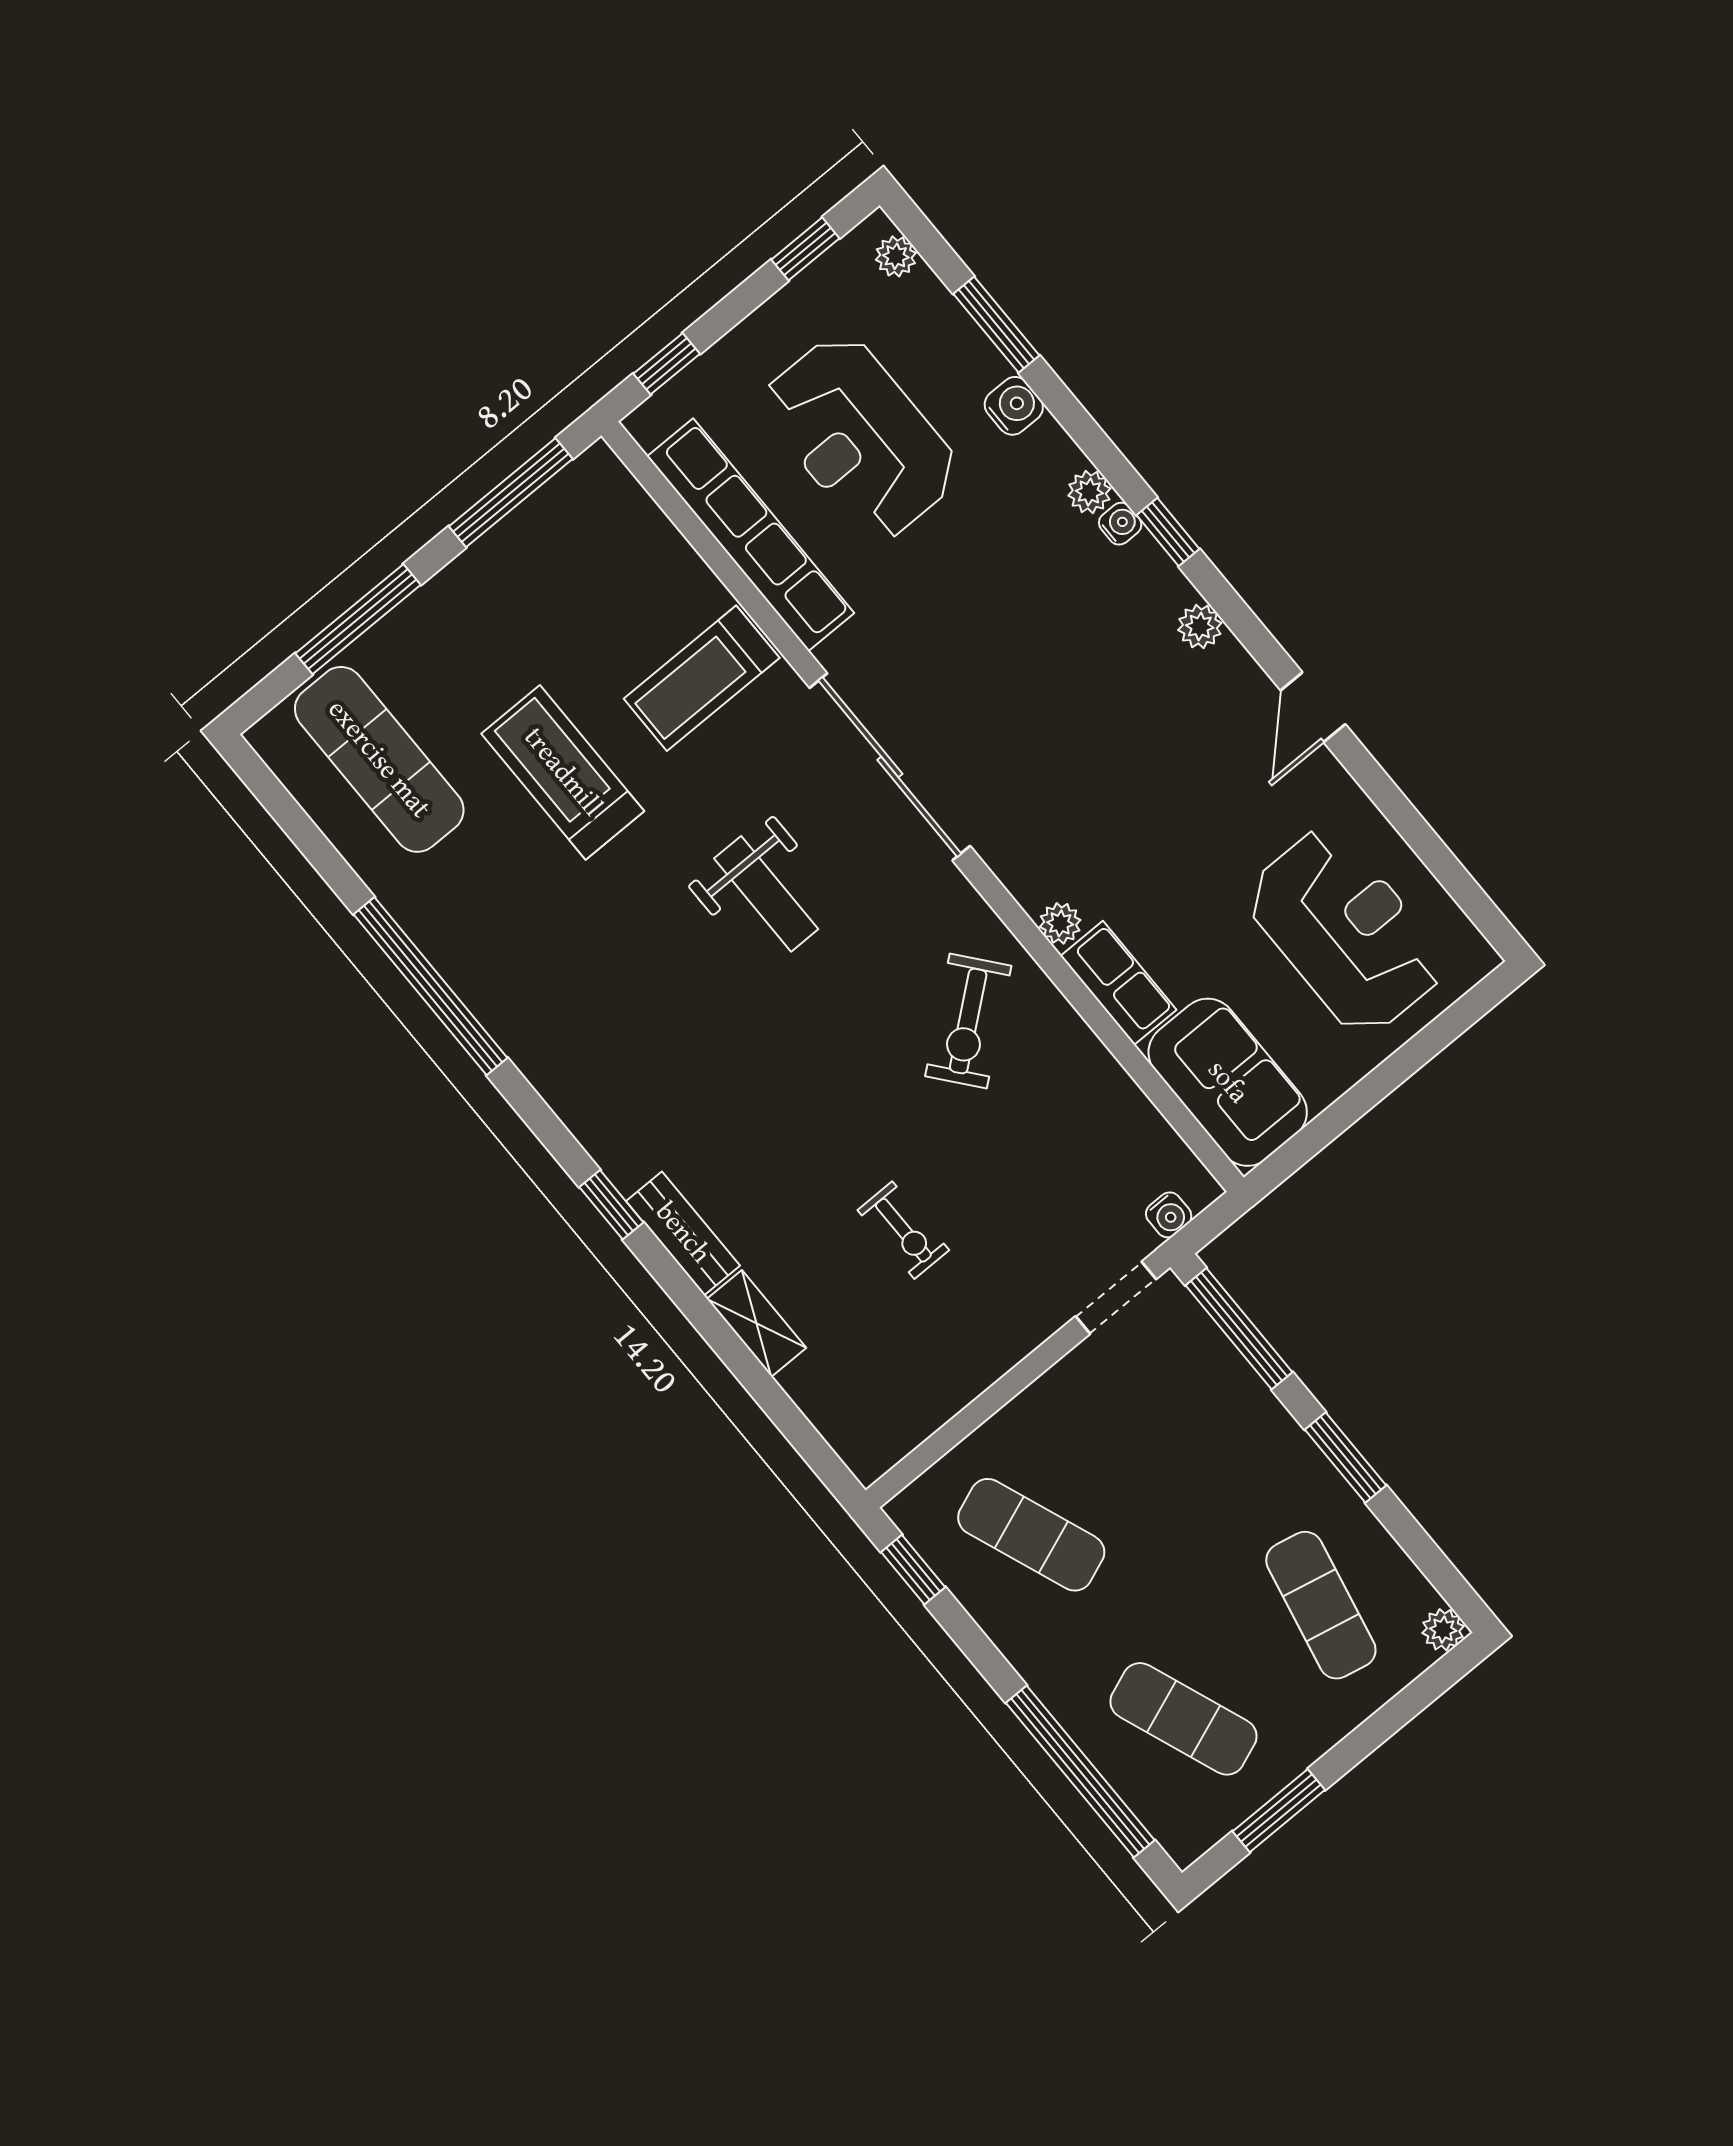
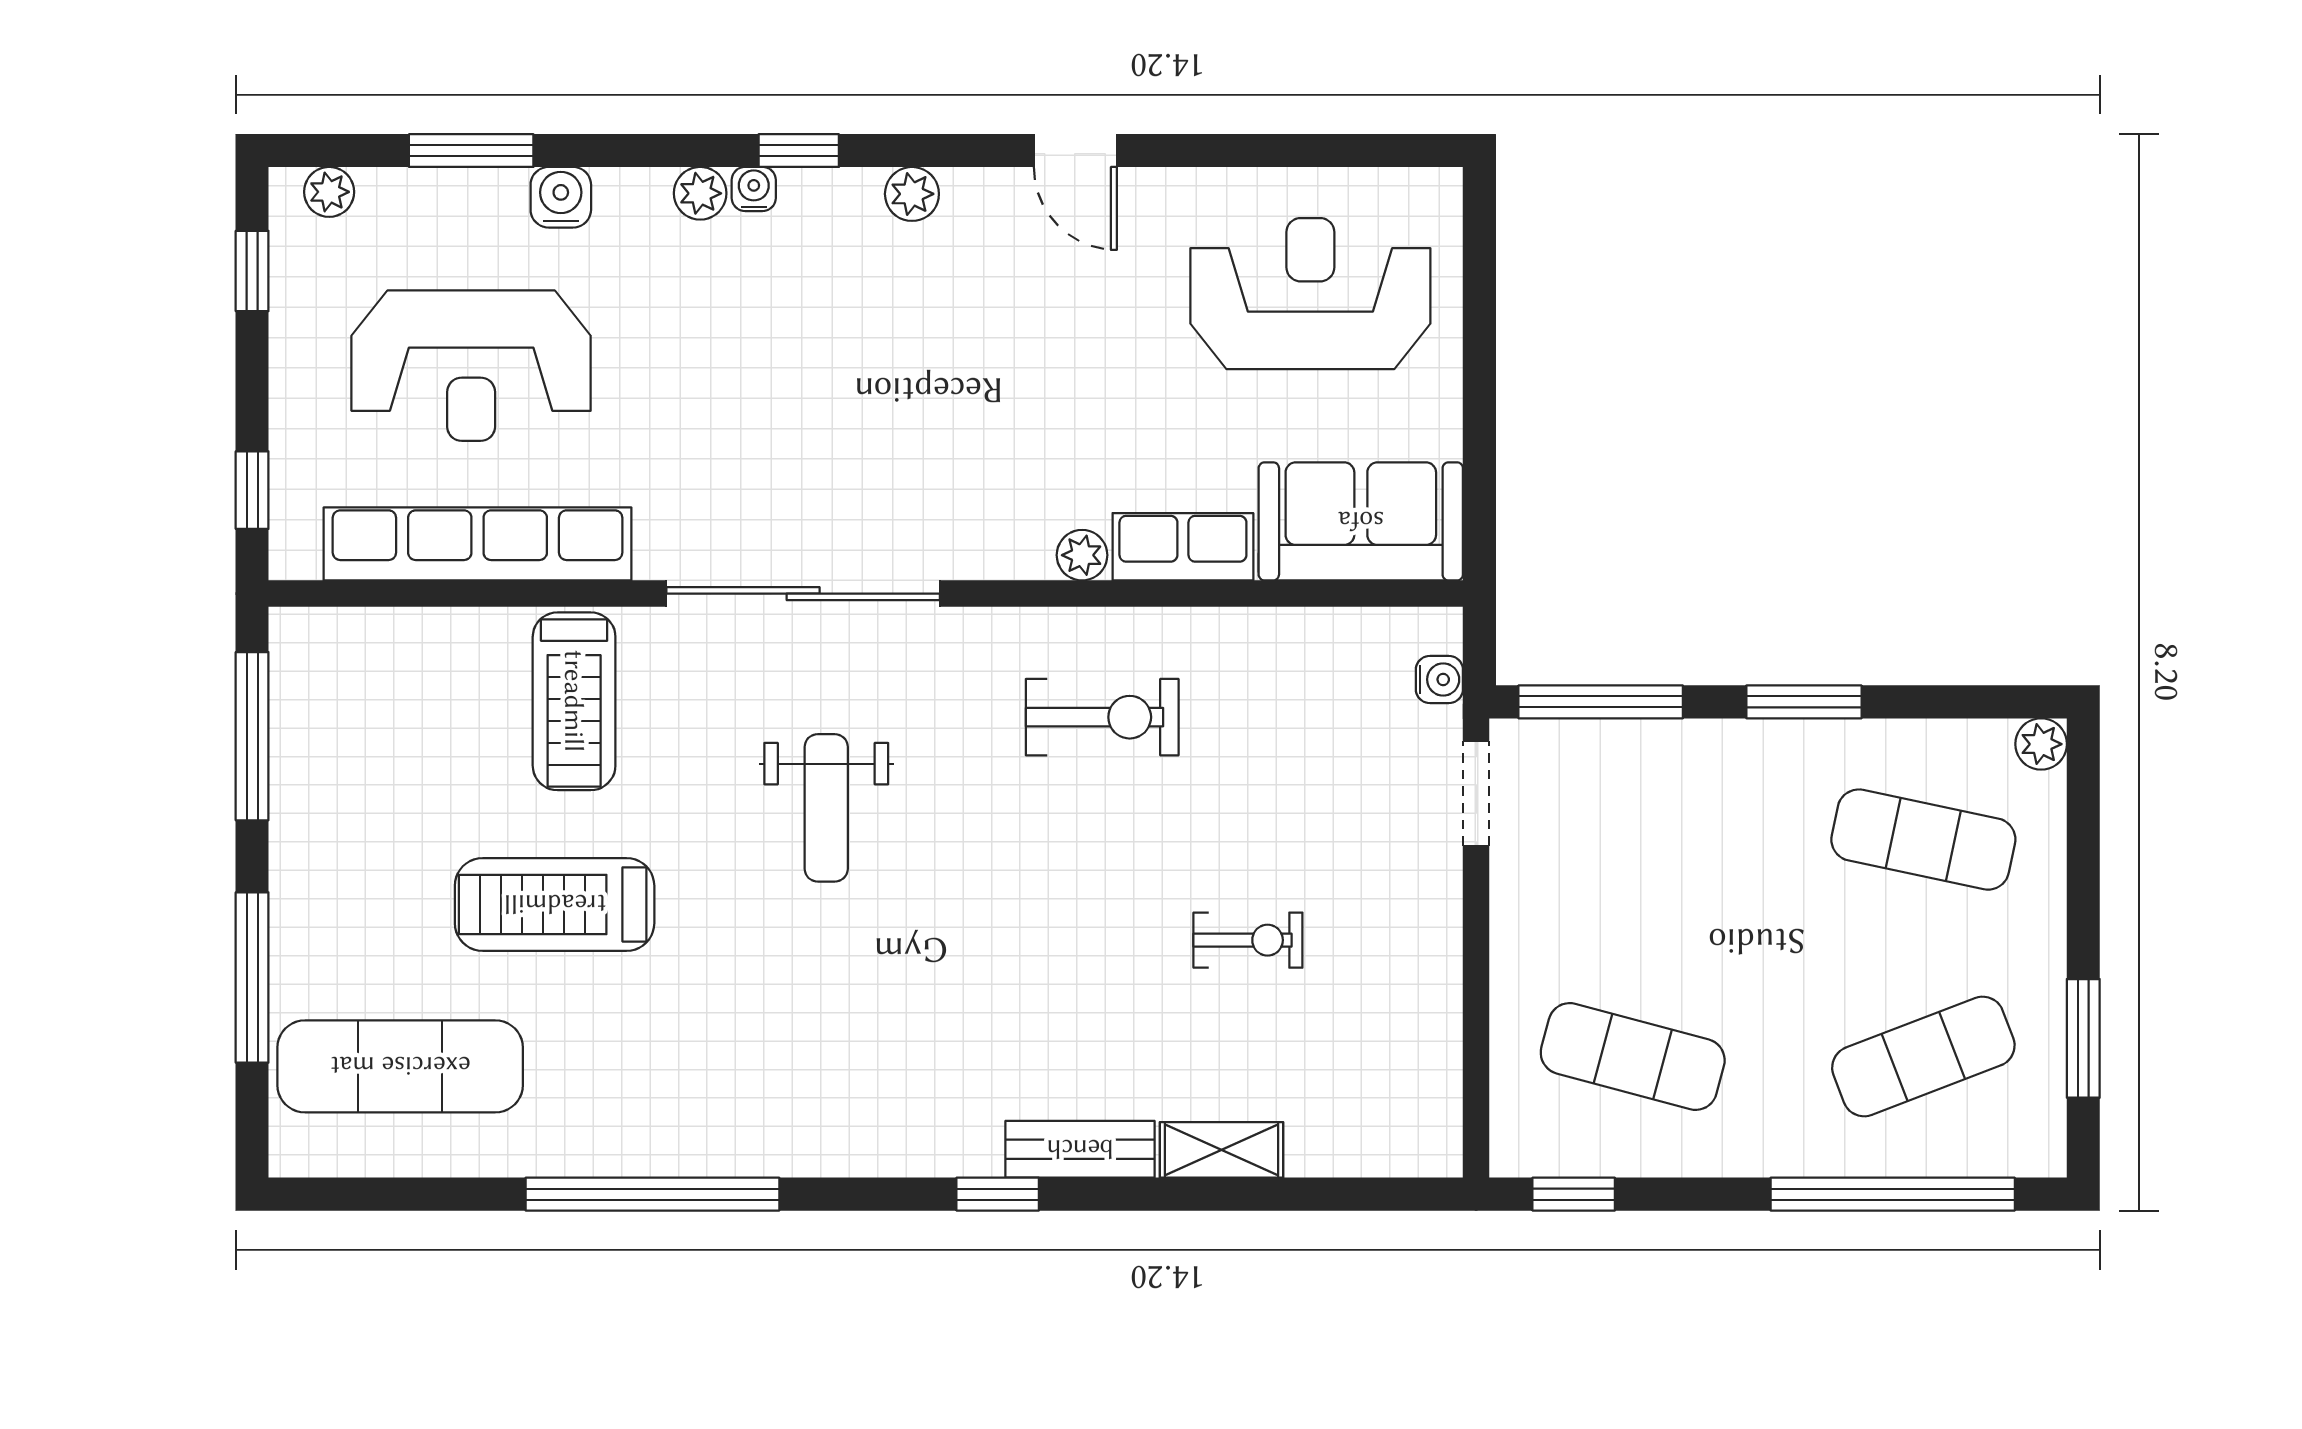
weight bench: (766, 894) -> (826, 808), turned 90
exercise bike: (968, 1021) -> (1102, 717), turned -51
exercise mat: (1031, 1535) -> (1633, 1056), turned 36

